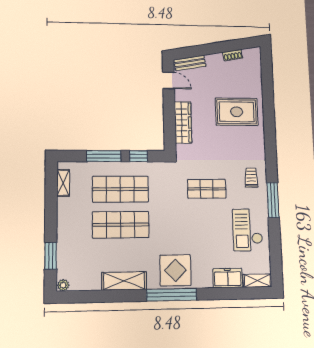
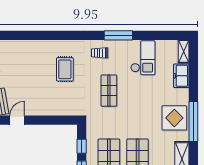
rug: (237, 112) -> (65, 69), moved, width x0.73, depth x0.70
wardrobe: (183, 122) -> (53, 109), removed
checkout: (248, 230) -> (143, 58), turned -90

